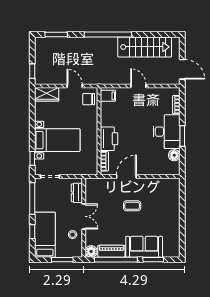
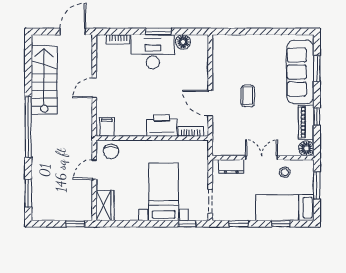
window: (32, 199) -> (239, 224), width x0.46
sofa: (144, 247) -> (300, 72), width x1.36
window: (116, 260) -> (317, 117), width x0.32

